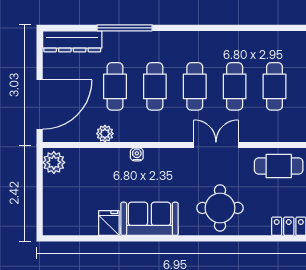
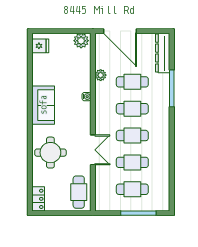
fridge: (109, 223) -> (40, 46), moved

